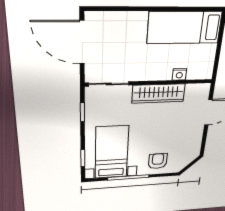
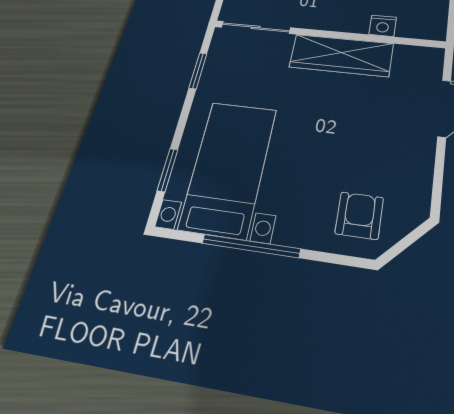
armchair: (158, 161) -> (359, 215), moved

